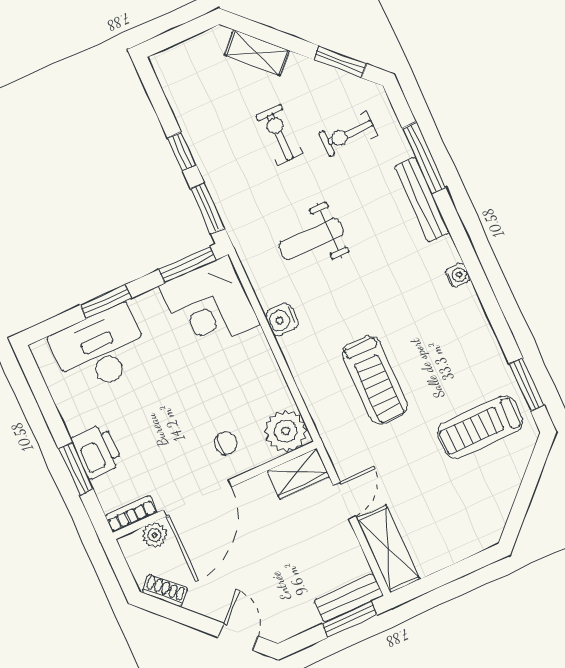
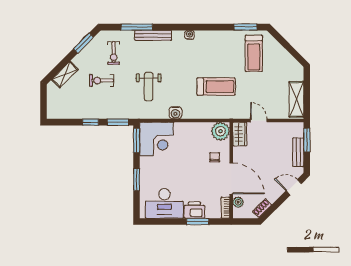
desk: (100, 350) -> (164, 203), moved, turned -90
shelving: (388, 549) -> (296, 99), moved, turned 90
bench: (349, 598) -> (298, 152), moved

